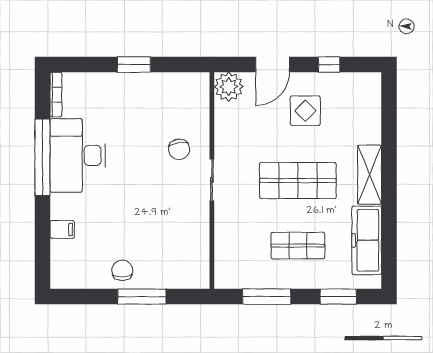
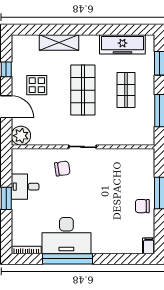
desk: (152, 93) -> (25, 187), added
shelving: (370, 175) -> (59, 43), moved
filing cabinet: (62, 230) -> (149, 246), moved

